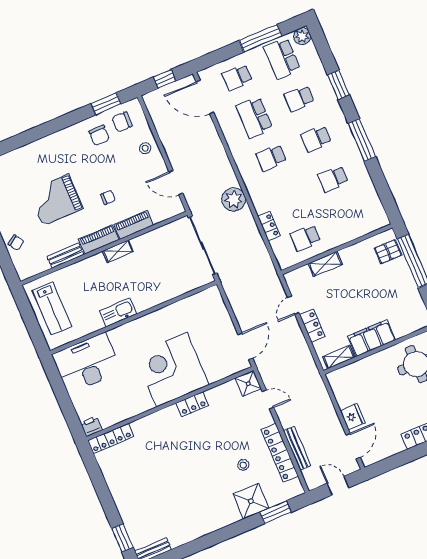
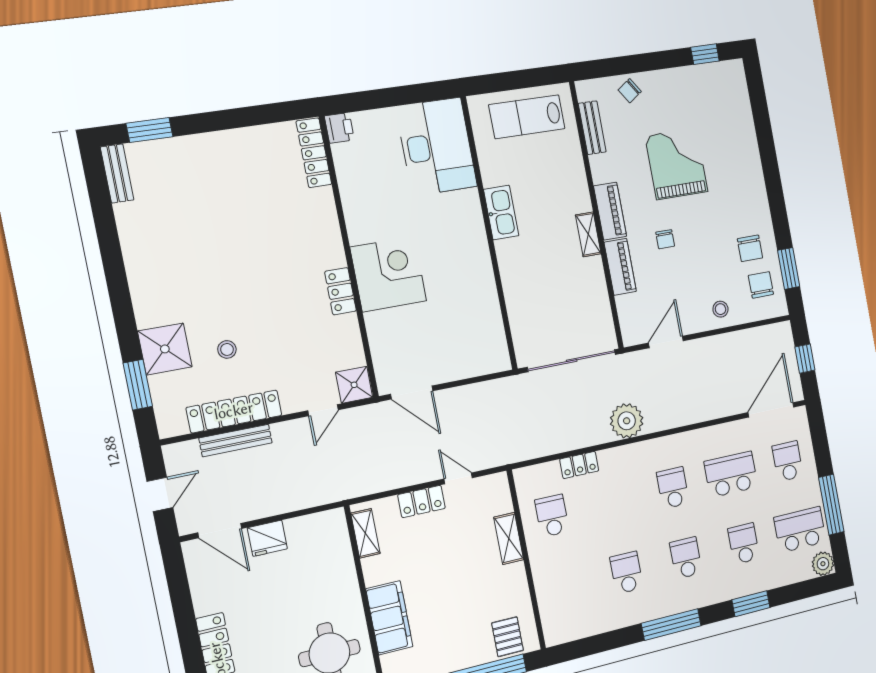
chair: (99, 135) -> (750, 248), turned -90
bench: (65, 256) -> (592, 128), moved
filing cabinet: (371, 338) -> (389, 618), moved
corner desk: (172, 370) -> (388, 274), width x0.74, depth x0.74

